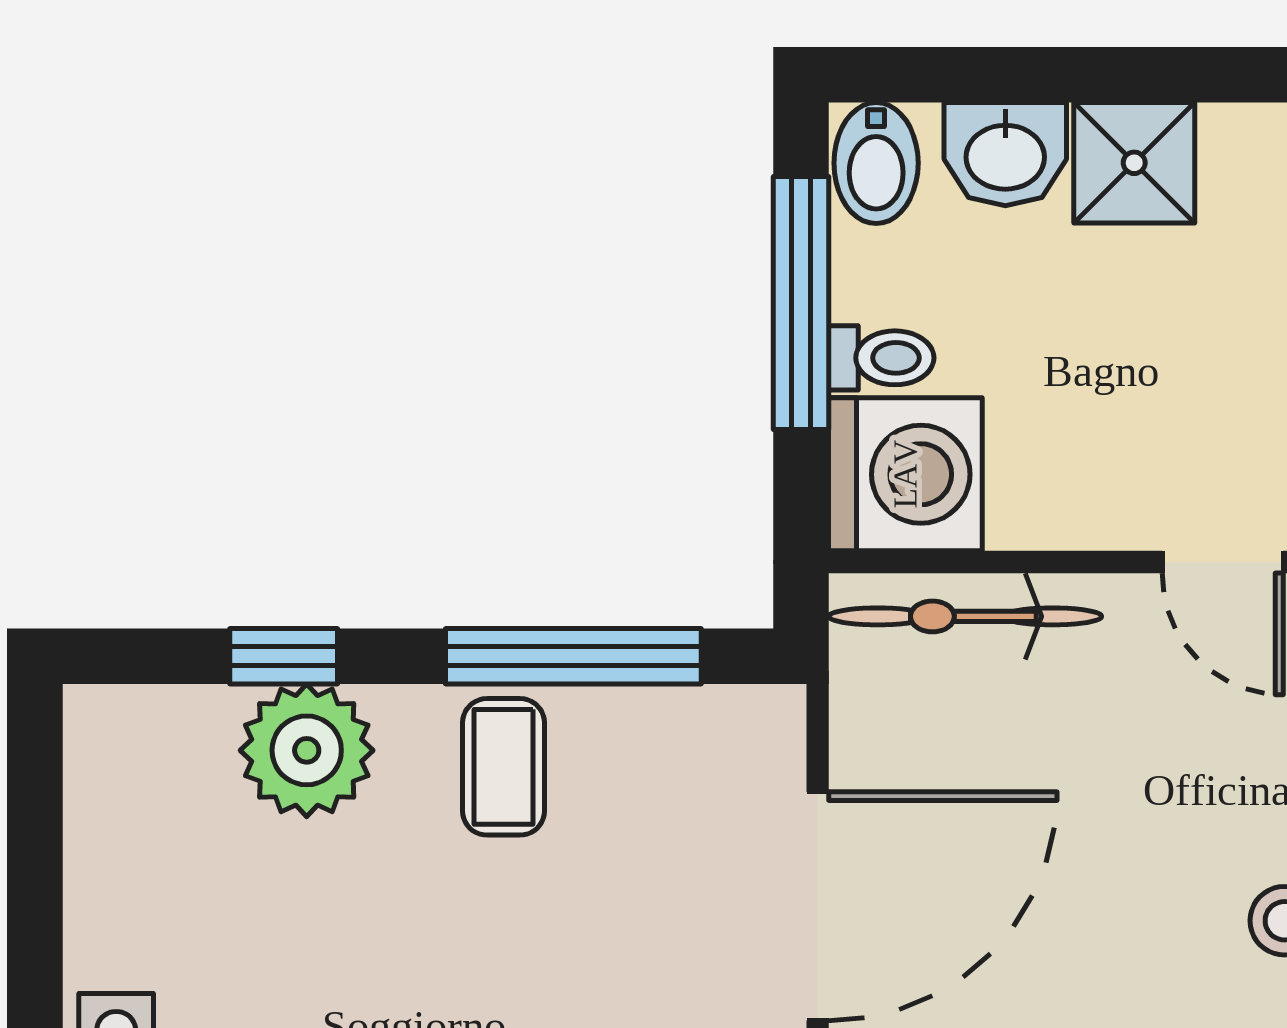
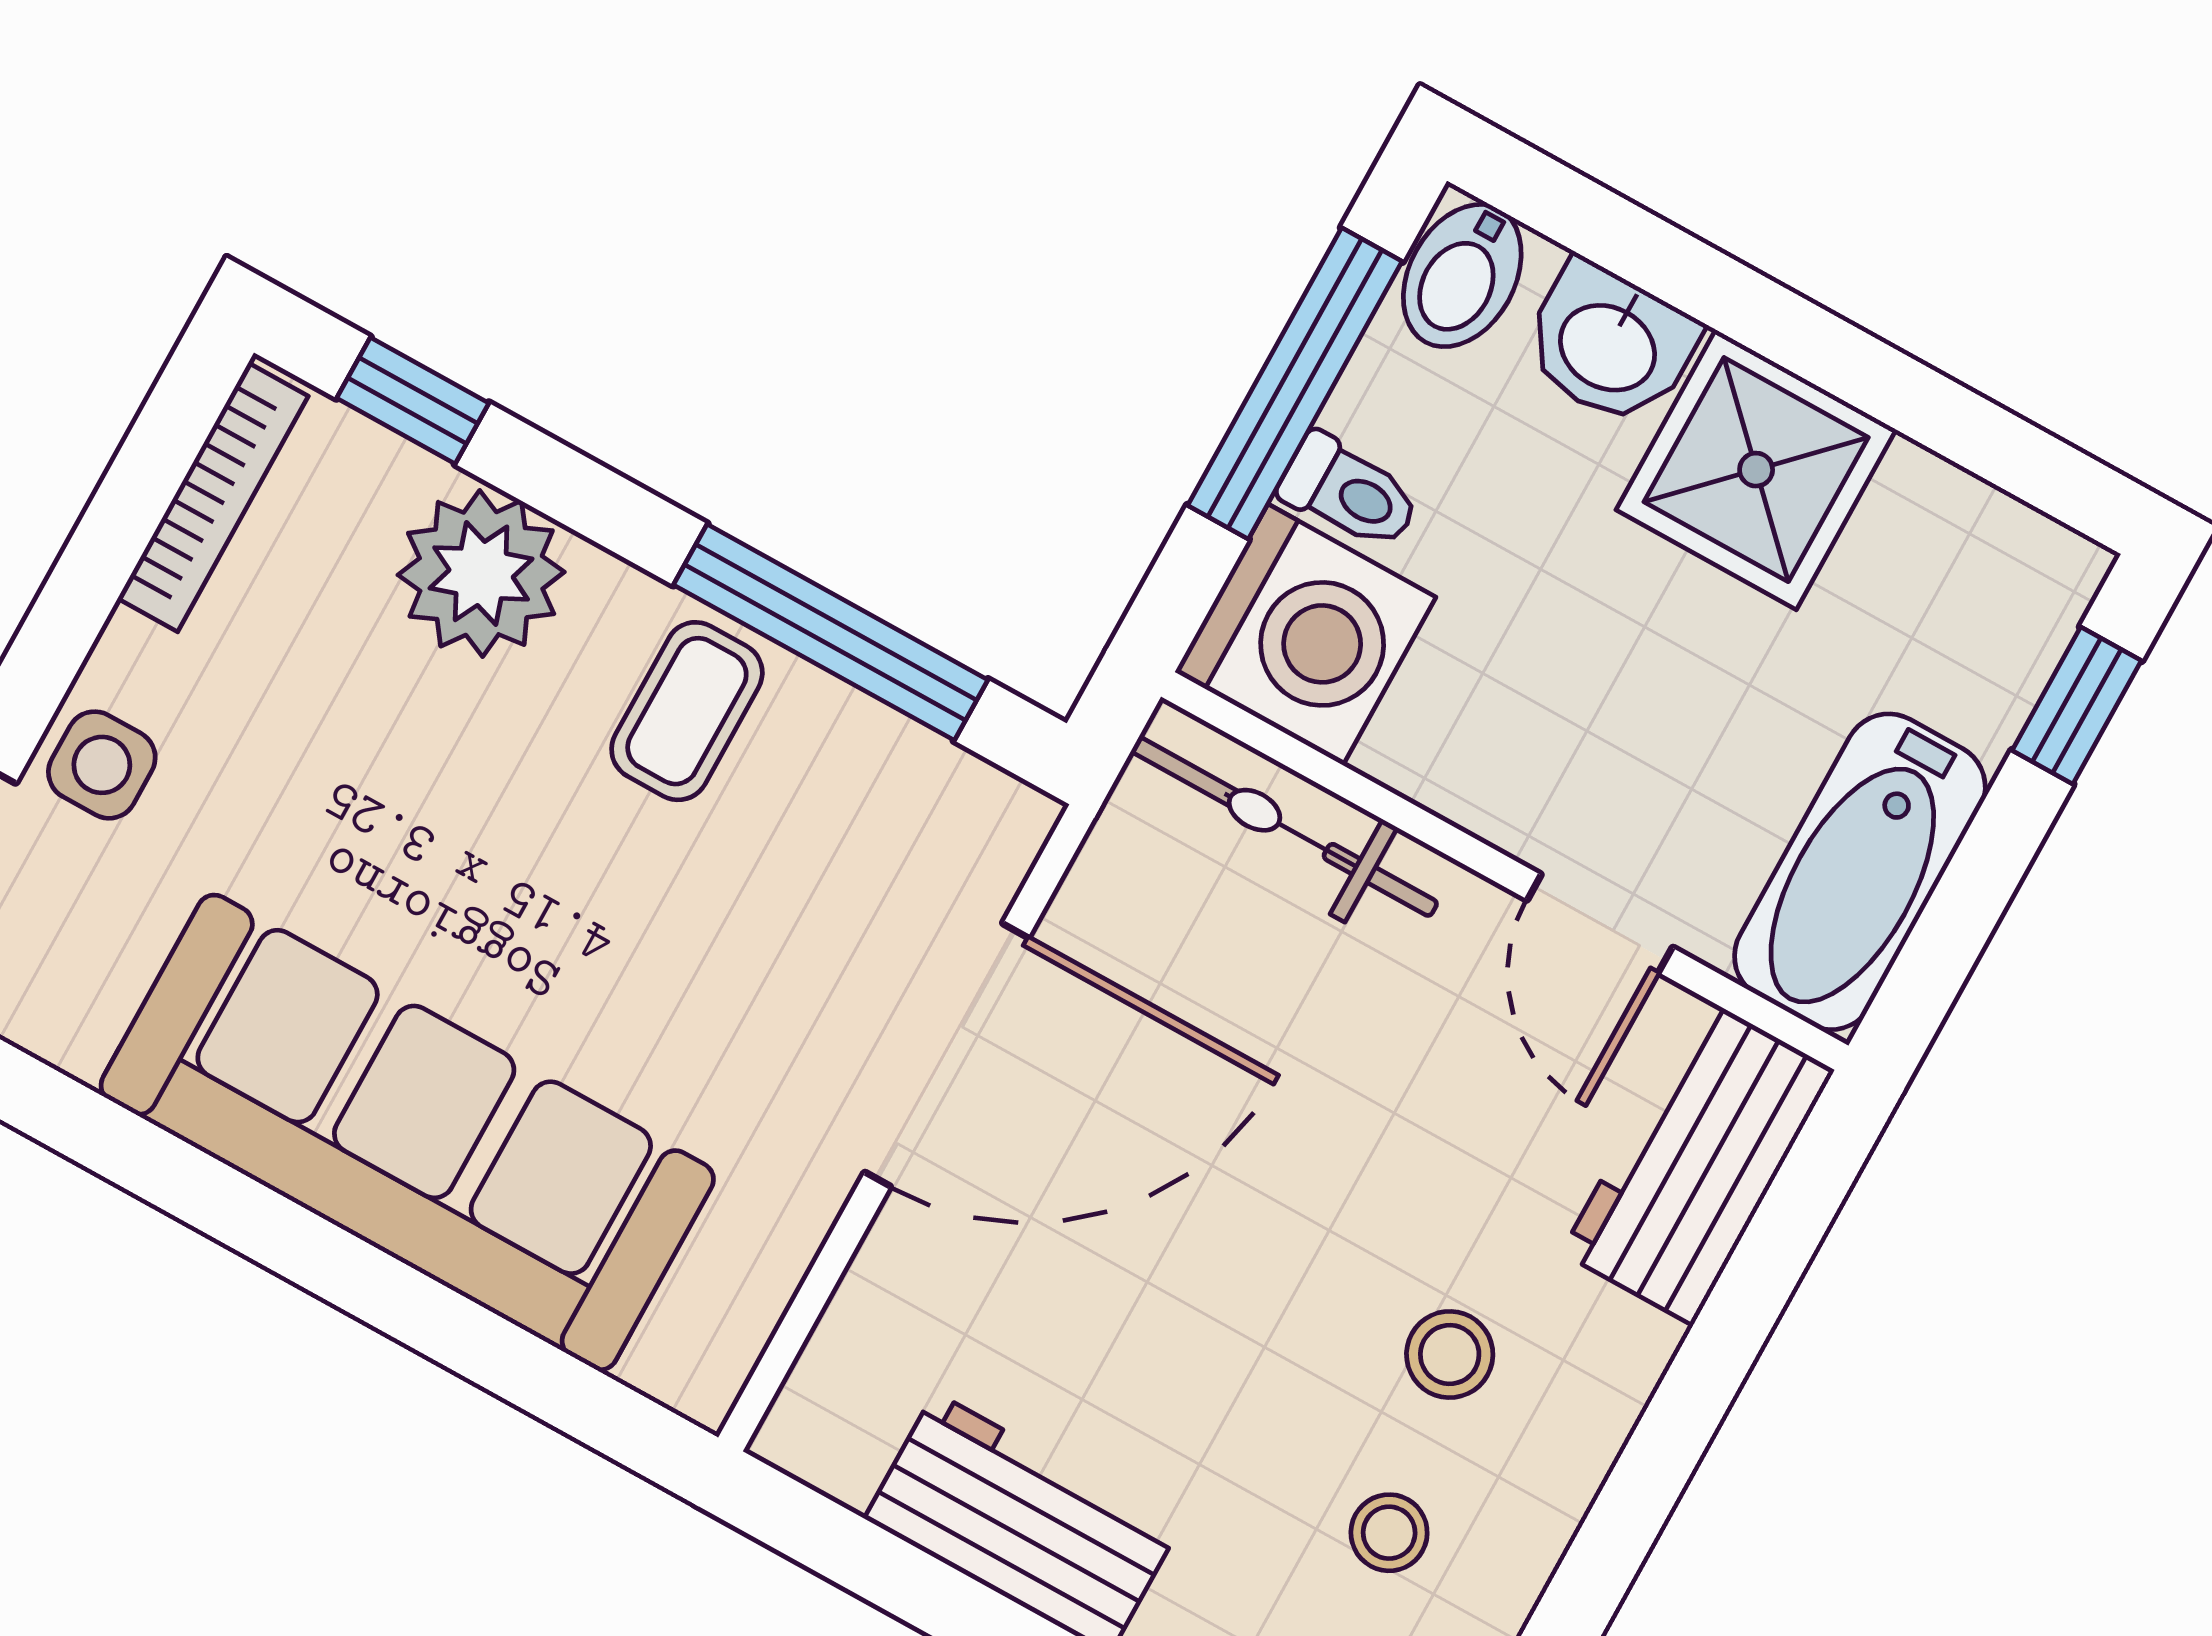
shower: (1134, 163) -> (1756, 470), width x1.36, depth x1.36
window: (284, 656) -> (413, 401), moved
bookcase: (90, 801) -> (213, 497), added

